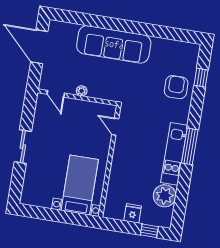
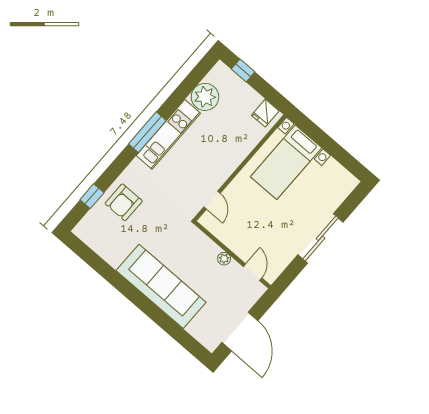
sliding door: (23, 147) -> (321, 238), width x1.37
fridge: (133, 213) -> (265, 113), moved

